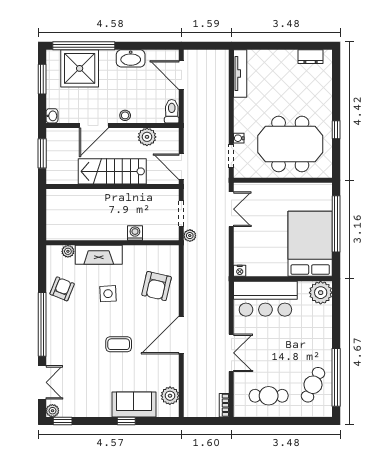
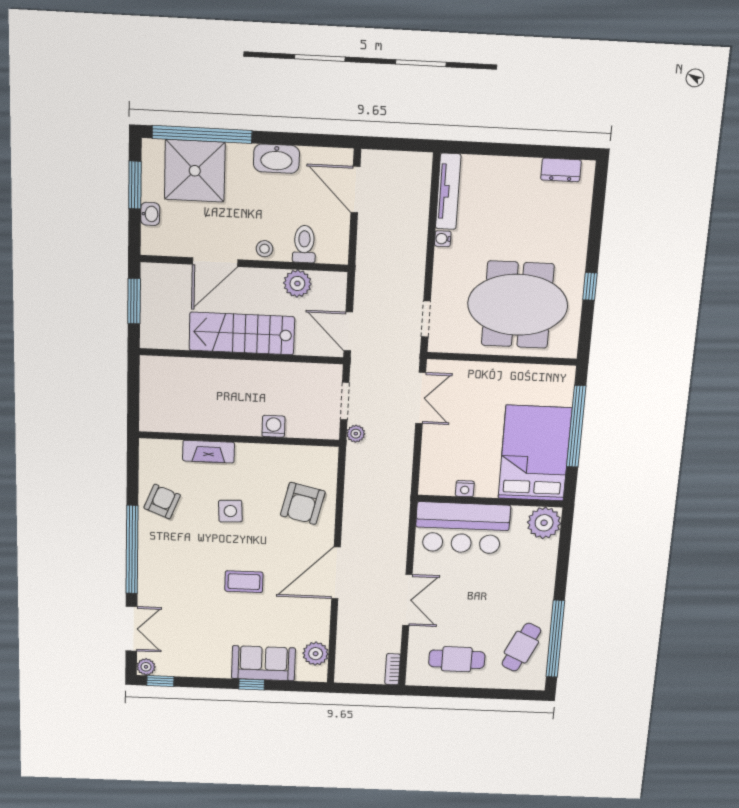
toilet: (172, 111) -> (304, 244), moved
washbasin: (52, 116) -> (150, 214), moved
water cooler: (239, 138) -> (443, 239), moved
plant: (68, 251) -> (172, 448), removed
fireplace: (99, 255) -> (209, 452), width x0.73, depth x0.76
nightstand: (240, 271) -> (465, 489), moved

